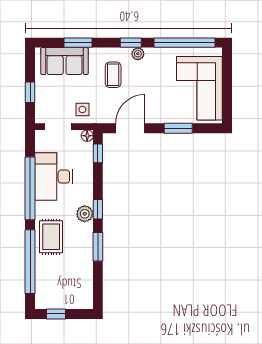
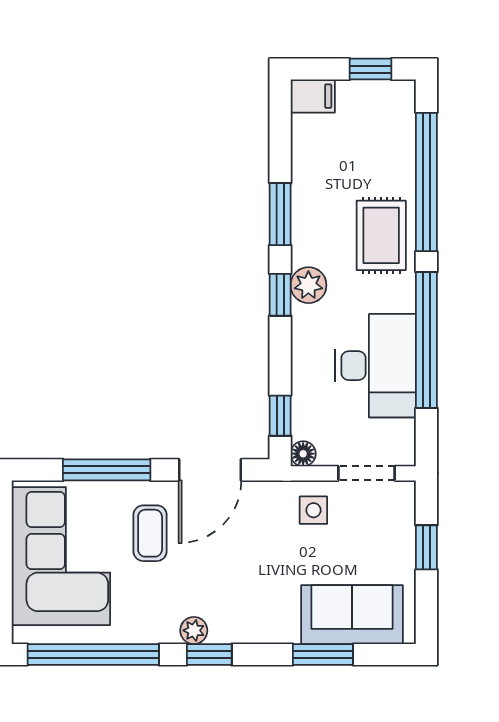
coffee table: (113, 75) -> (150, 533), moved
window: (178, 128) -> (107, 470), width x1.44
filing cabinet: (83, 301) -> (313, 96), added

